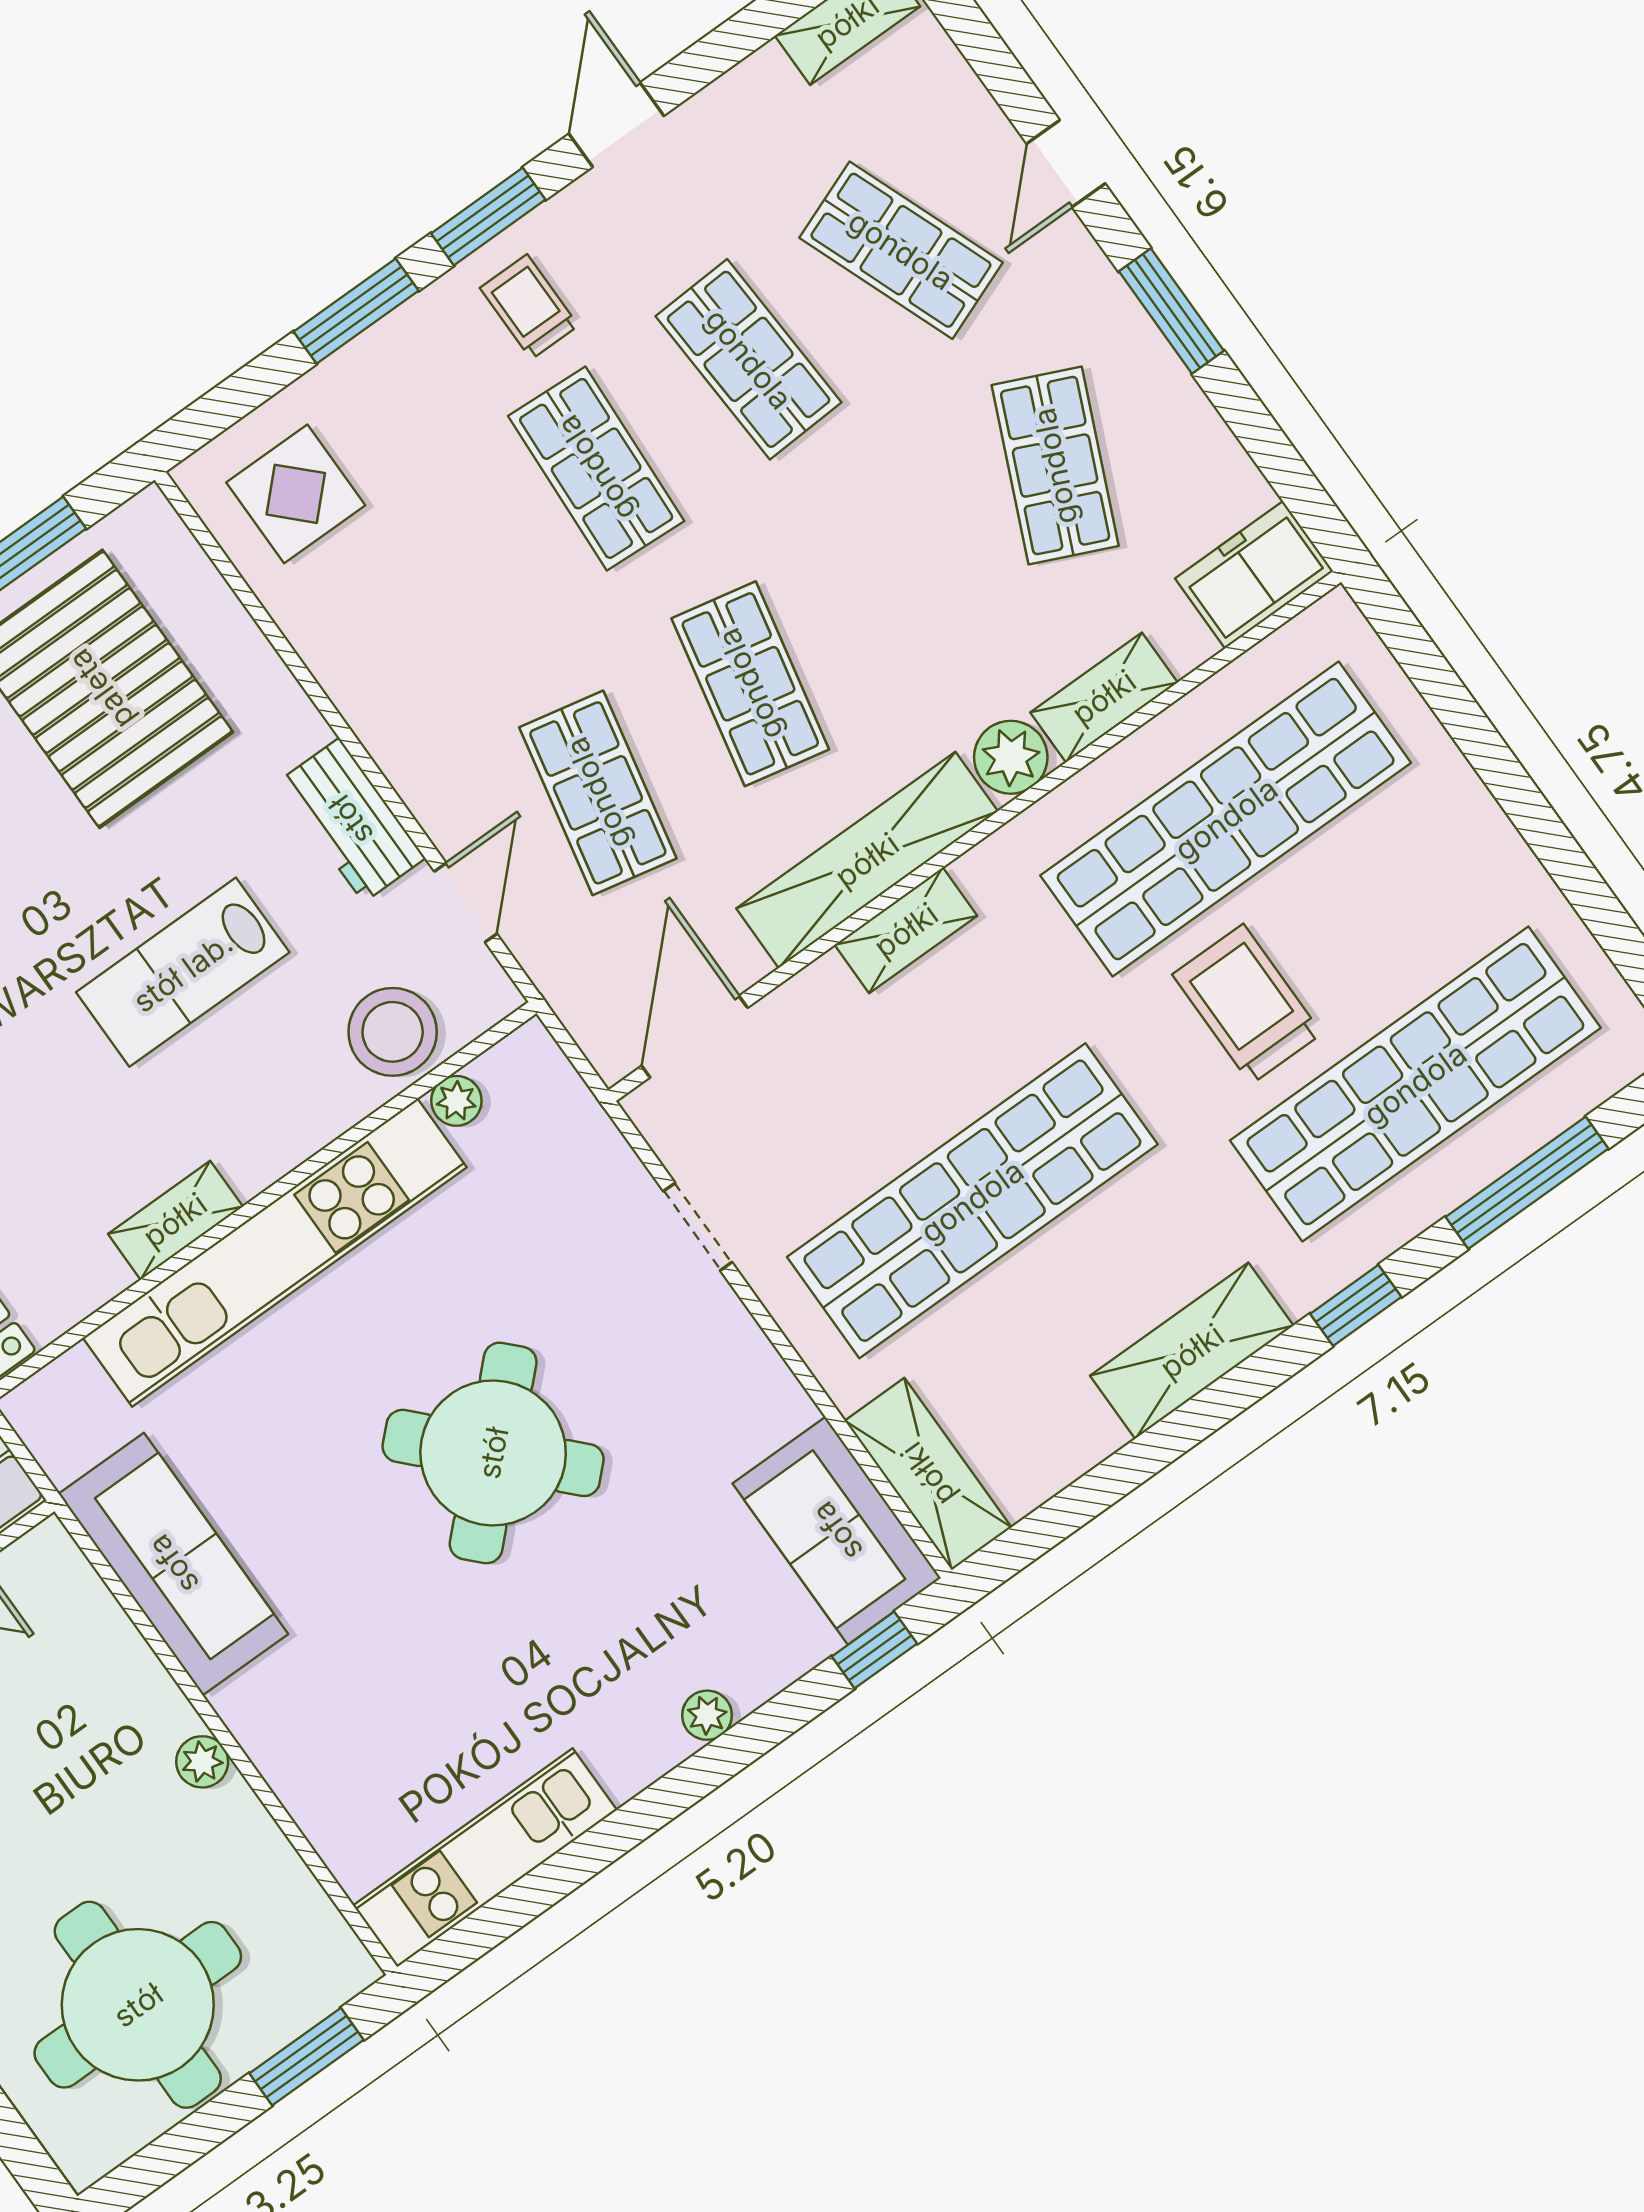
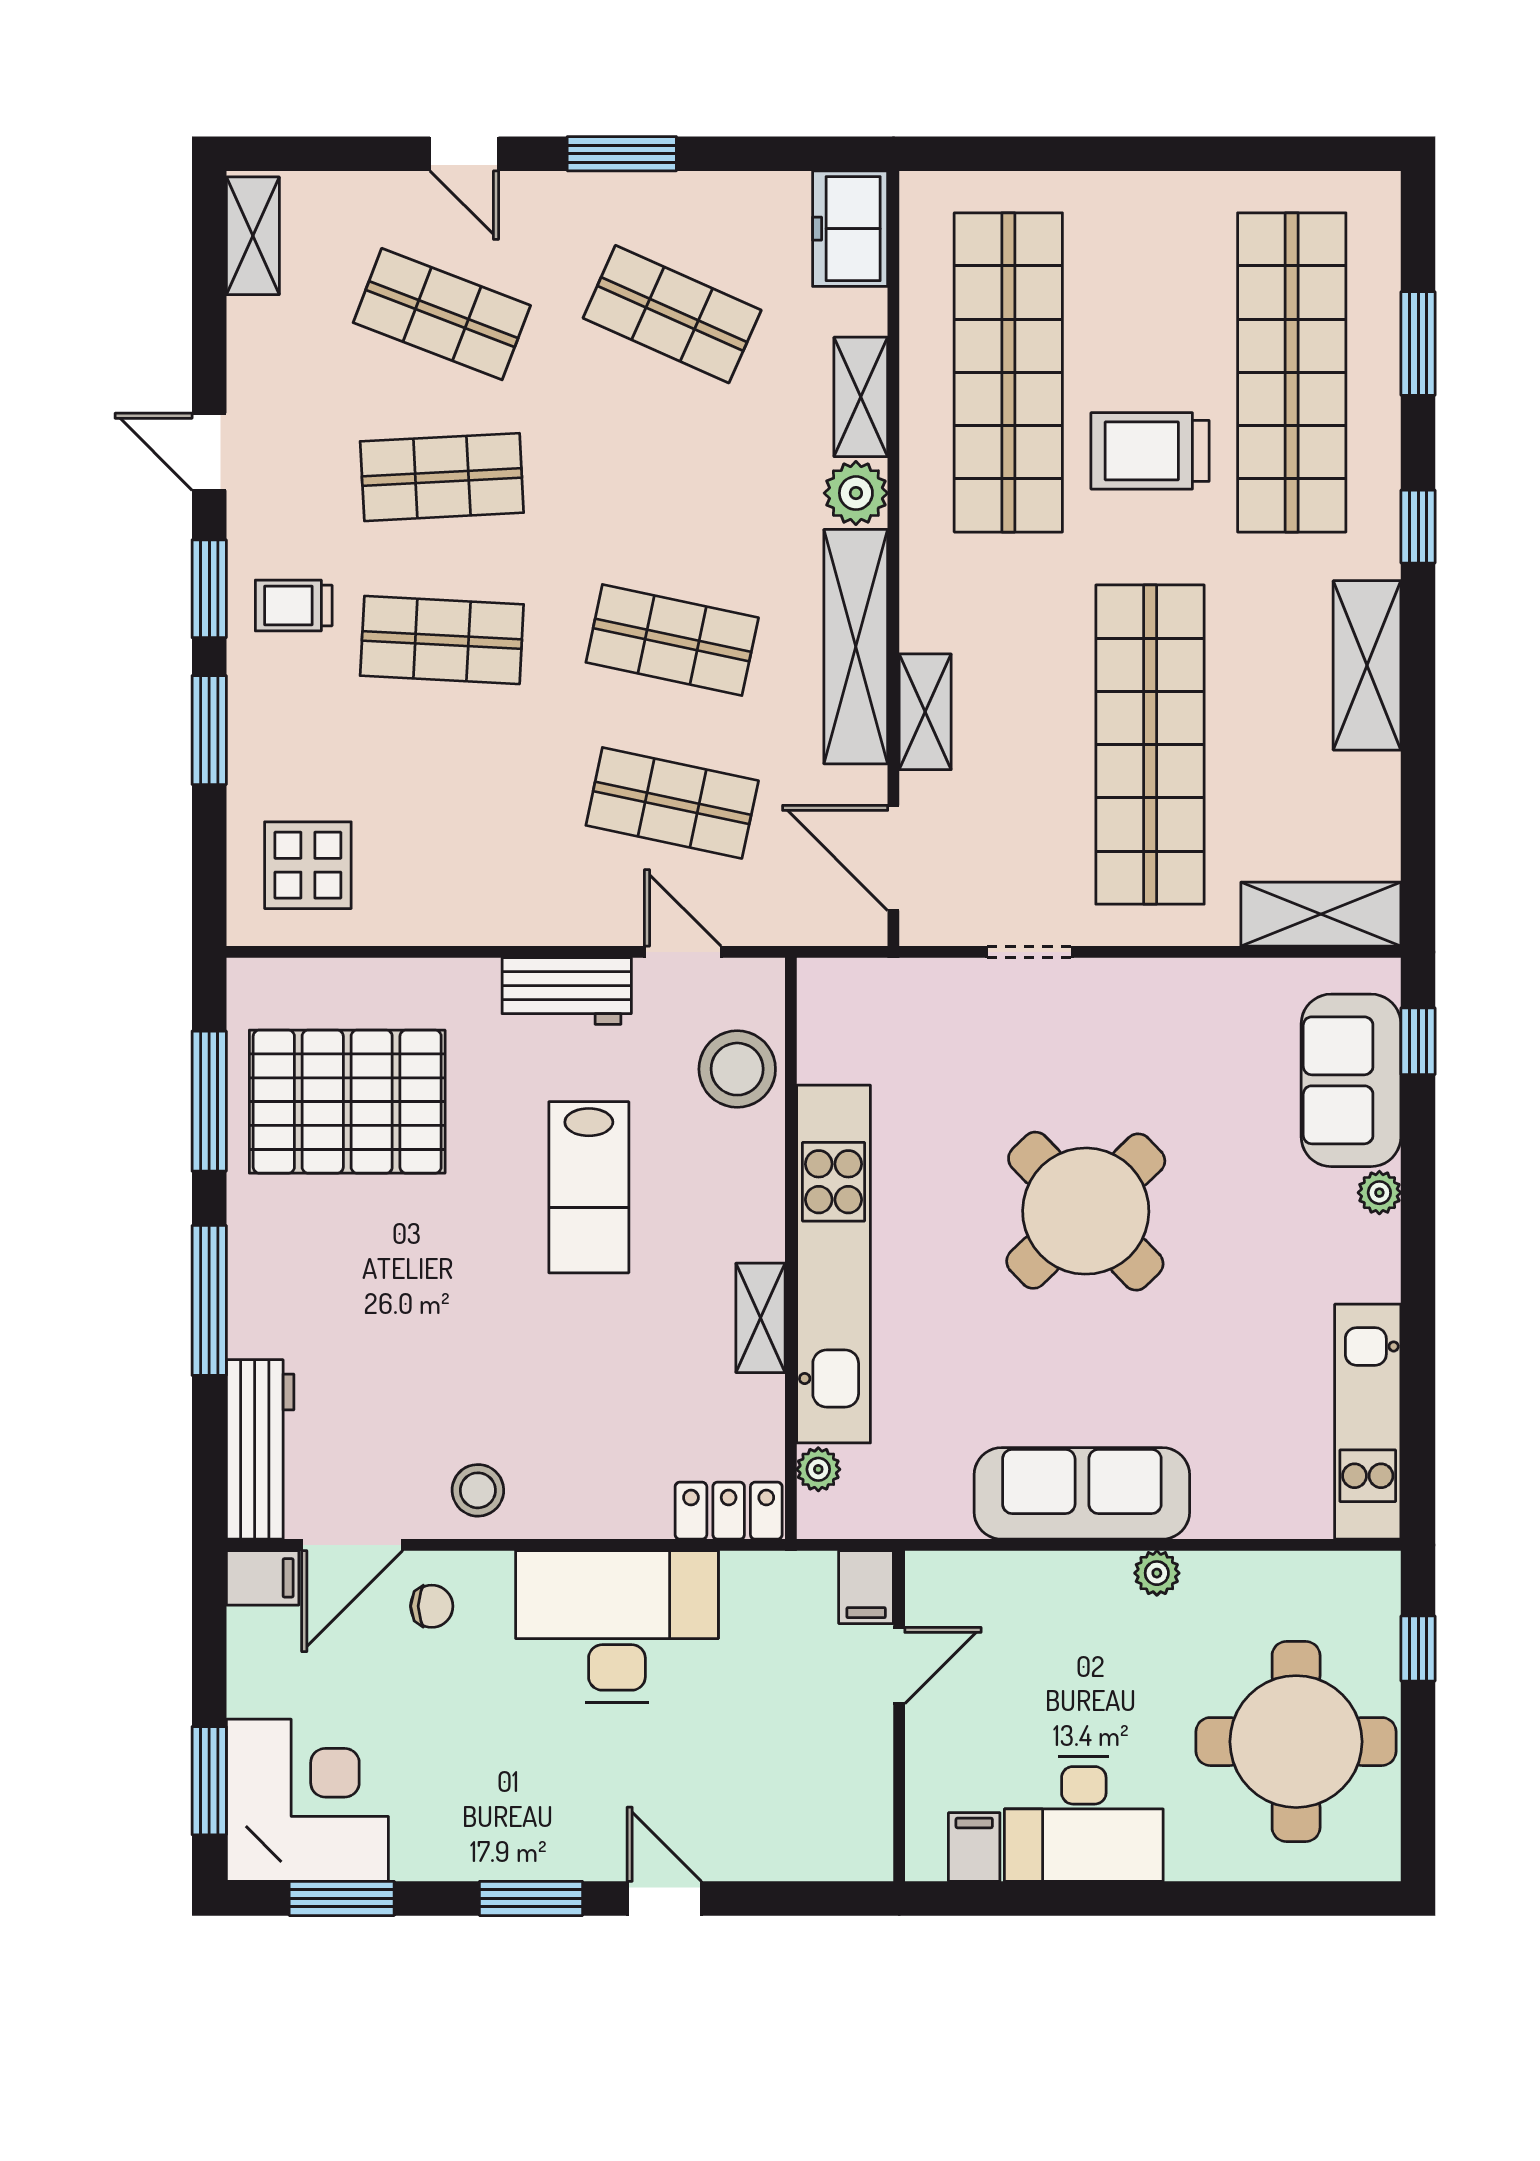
shop shelf: (901, 250) -> (442, 314), turned 42
shelving: (906, 930) -> (925, 712), moved
plant: (456, 1101) -> (818, 1469), moved
window: (1527, 1183) -> (1418, 343), width x0.69
sofa: (837, 1531) -> (1351, 1080), moved, turned 90
sofa: (173, 1564) -> (1082, 1493), moved
window: (306, 2057) -> (1418, 1648), width x0.67

